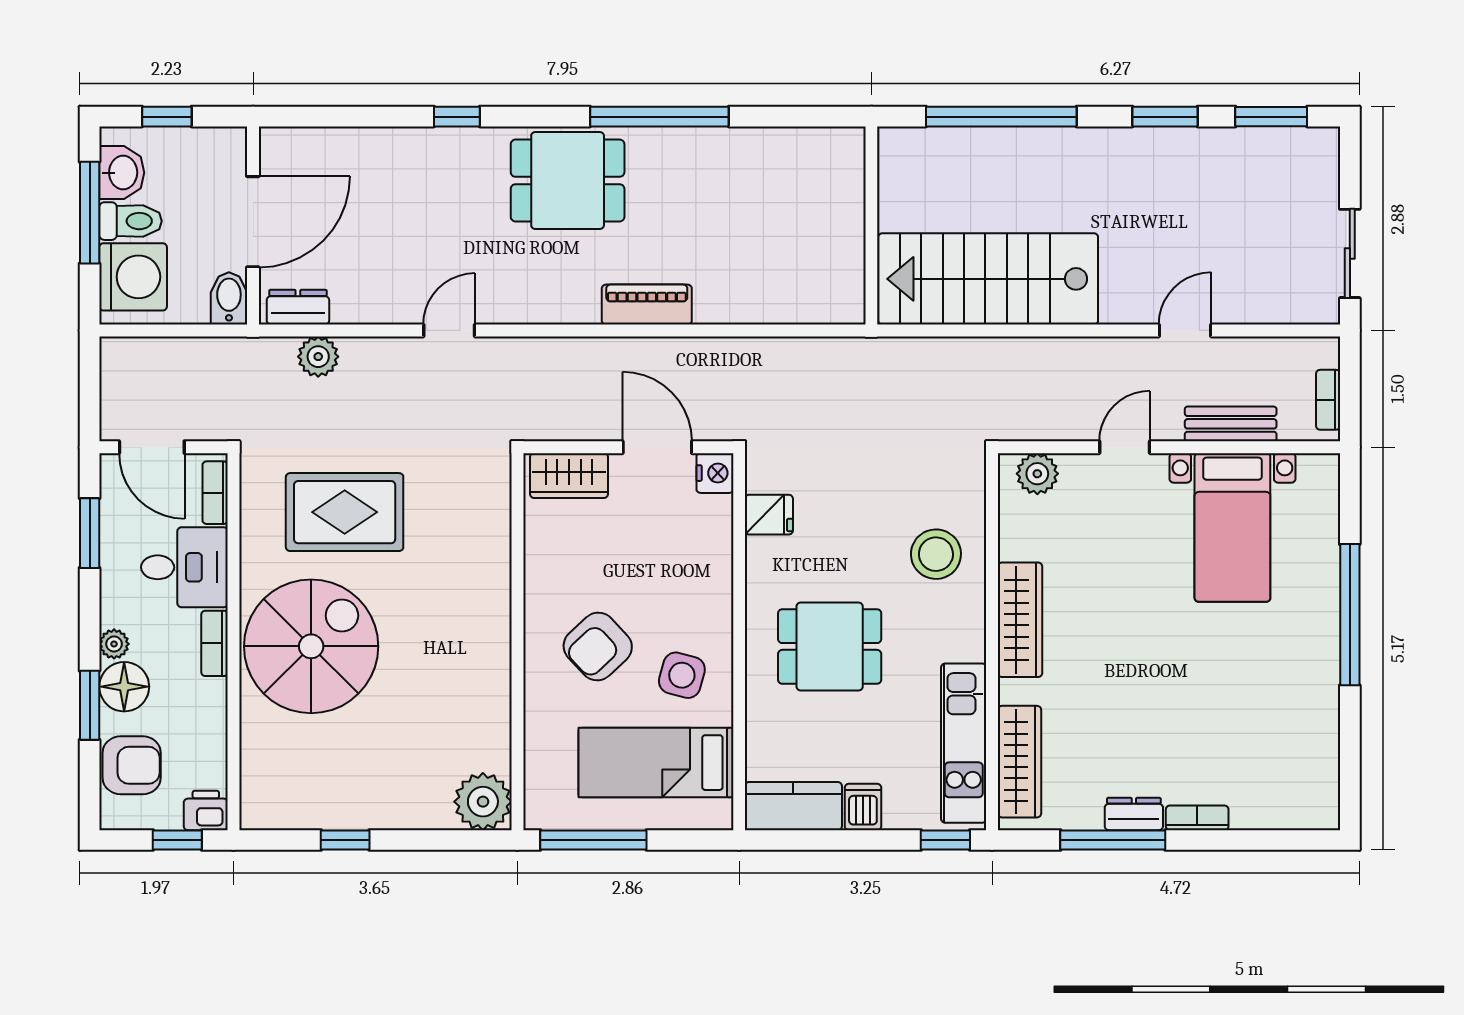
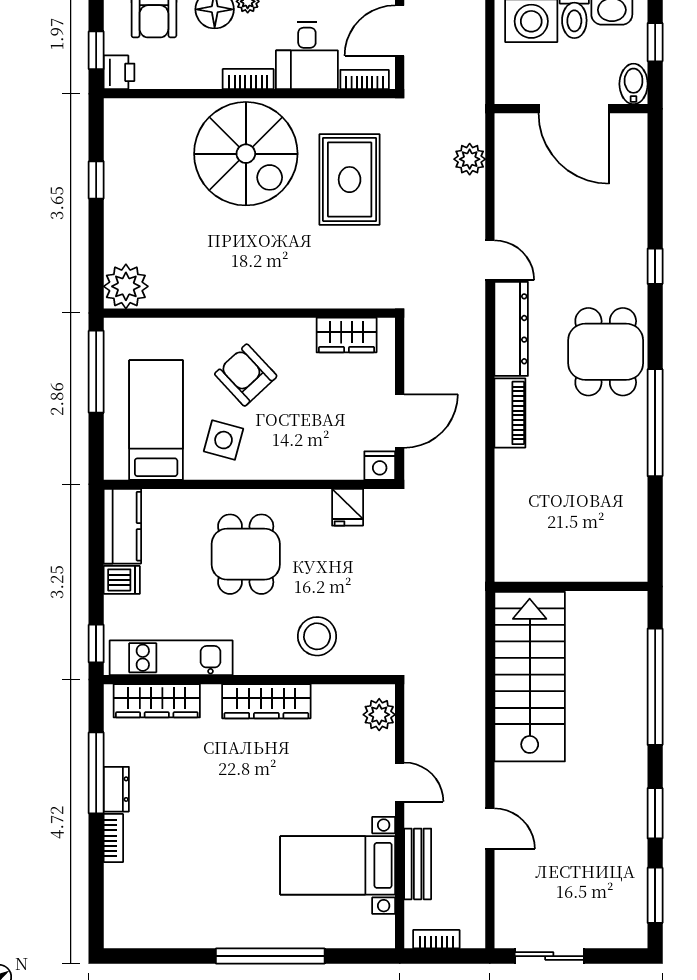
bidet: (229, 298) -> (634, 84), moved, turned -90
dresser: (298, 307) -> (511, 329), moved, width x1.96, depth x1.24
wardrobe: (569, 476) -> (347, 335), moved, turned -90

